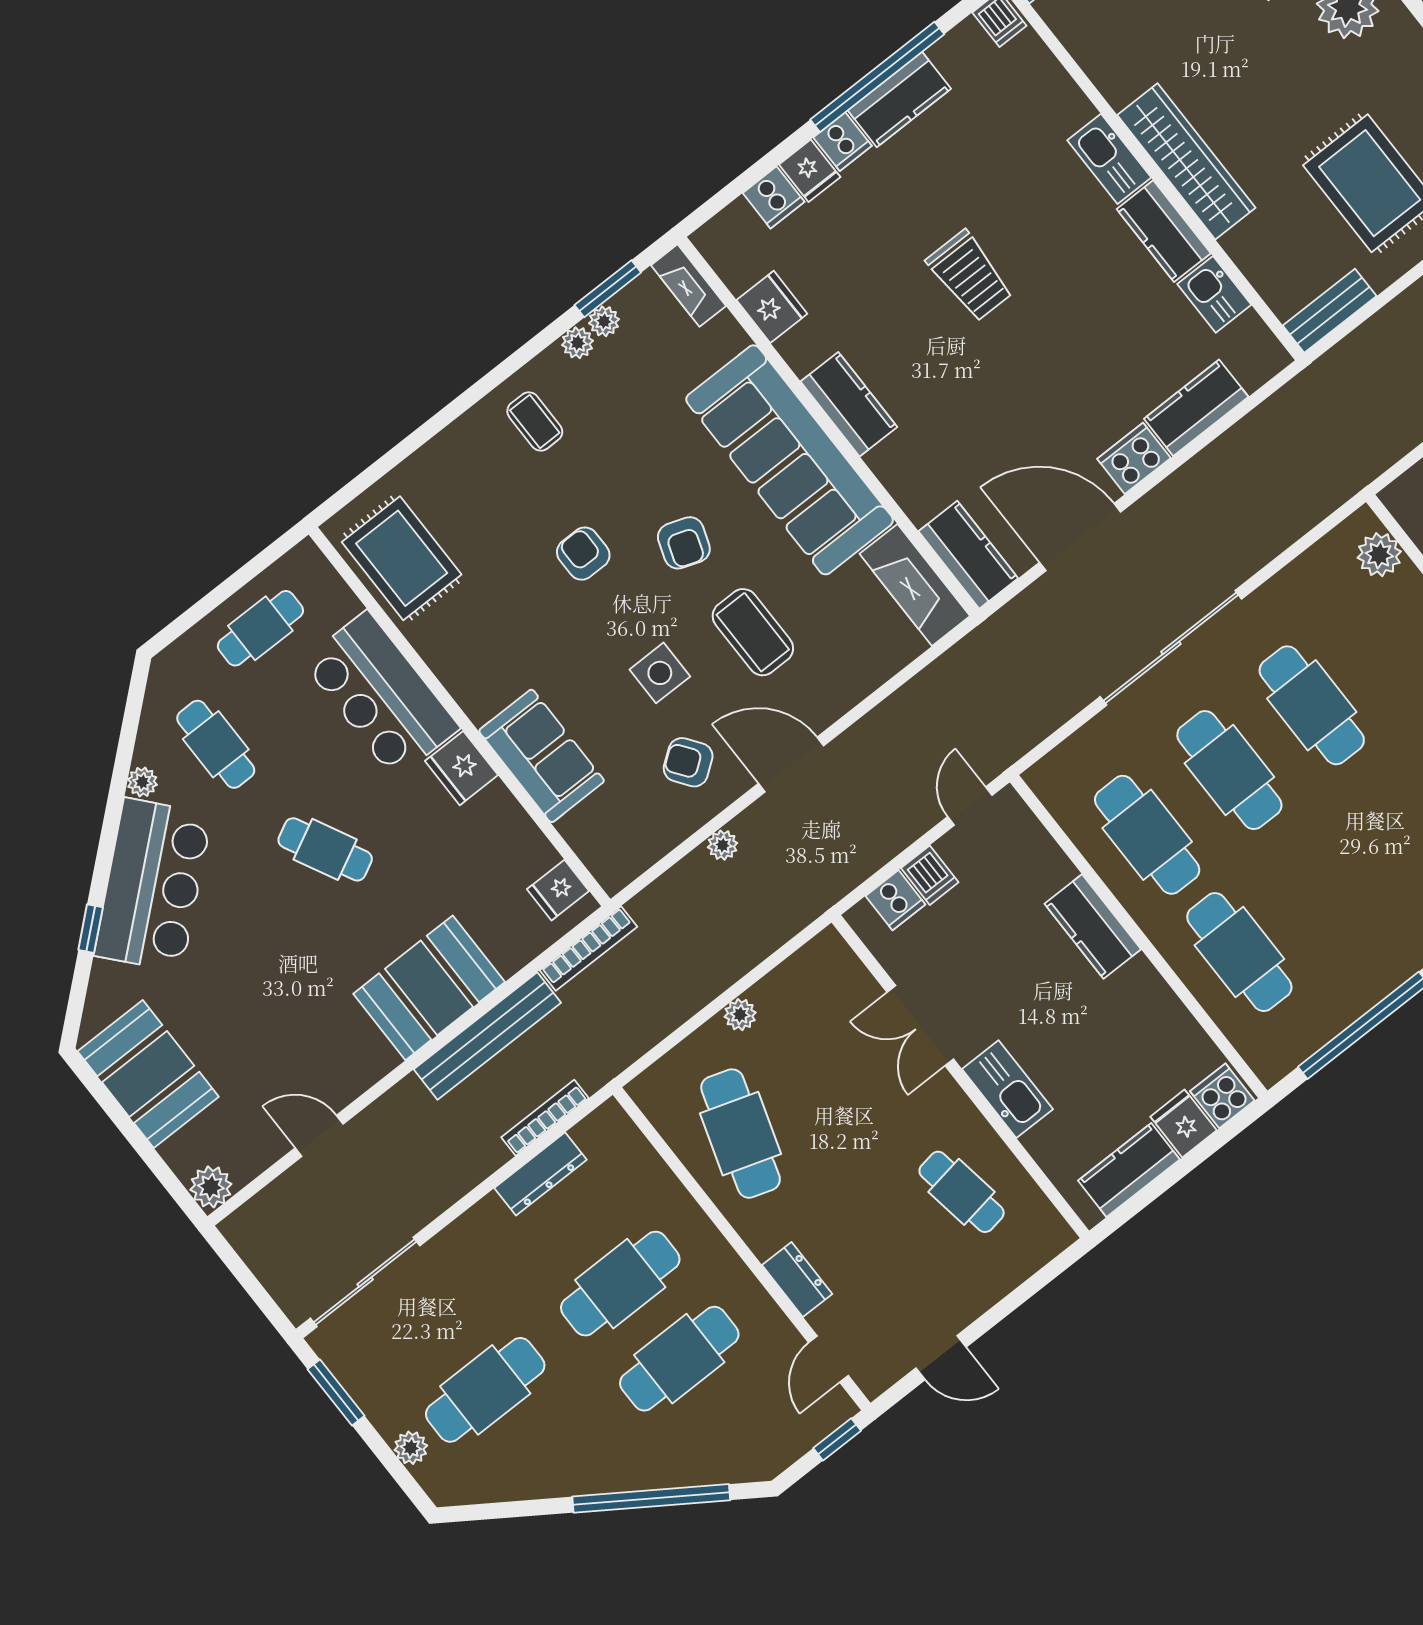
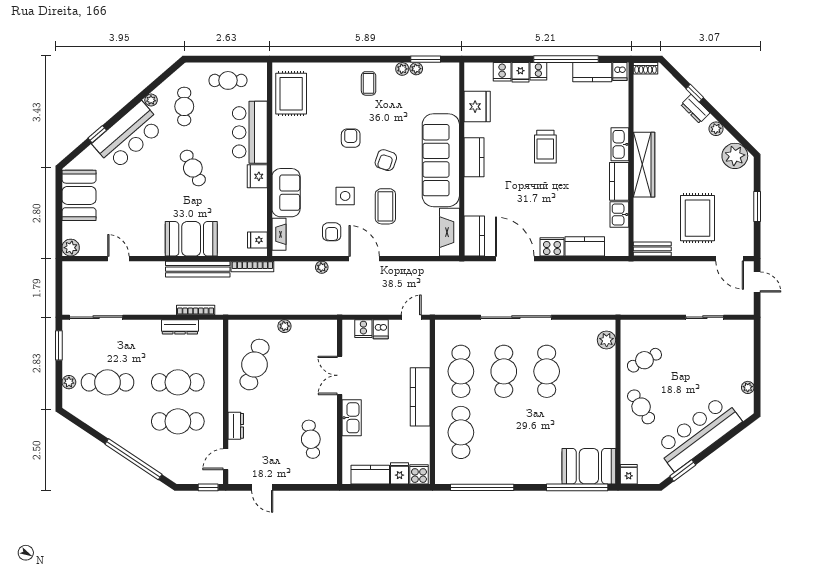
kitchen counter: (899, 99) -> (592, 72), moved
fireplace: (688, 286) -> (279, 234), moved, turned 180
fridge: (772, 307) -> (477, 107), width x1.36, depth x1.34
armchair: (688, 762) -> (332, 232), turned -144
kitchen counter: (1093, 926) -> (420, 397), width x1.50

